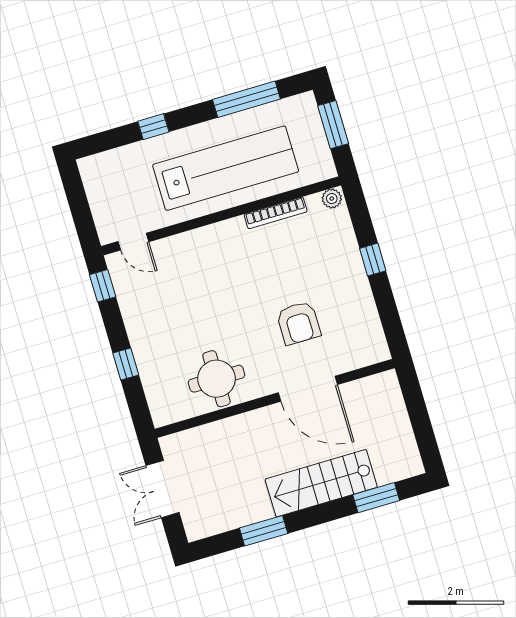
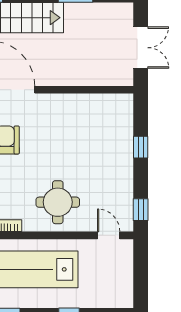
round table: (216, 379) -> (58, 202), moved

